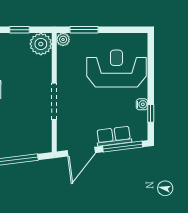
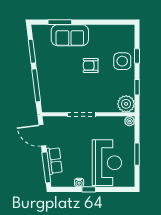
window: (84, 30) -> (137, 154), moved
window: (151, 113) -> (89, 189), moved

